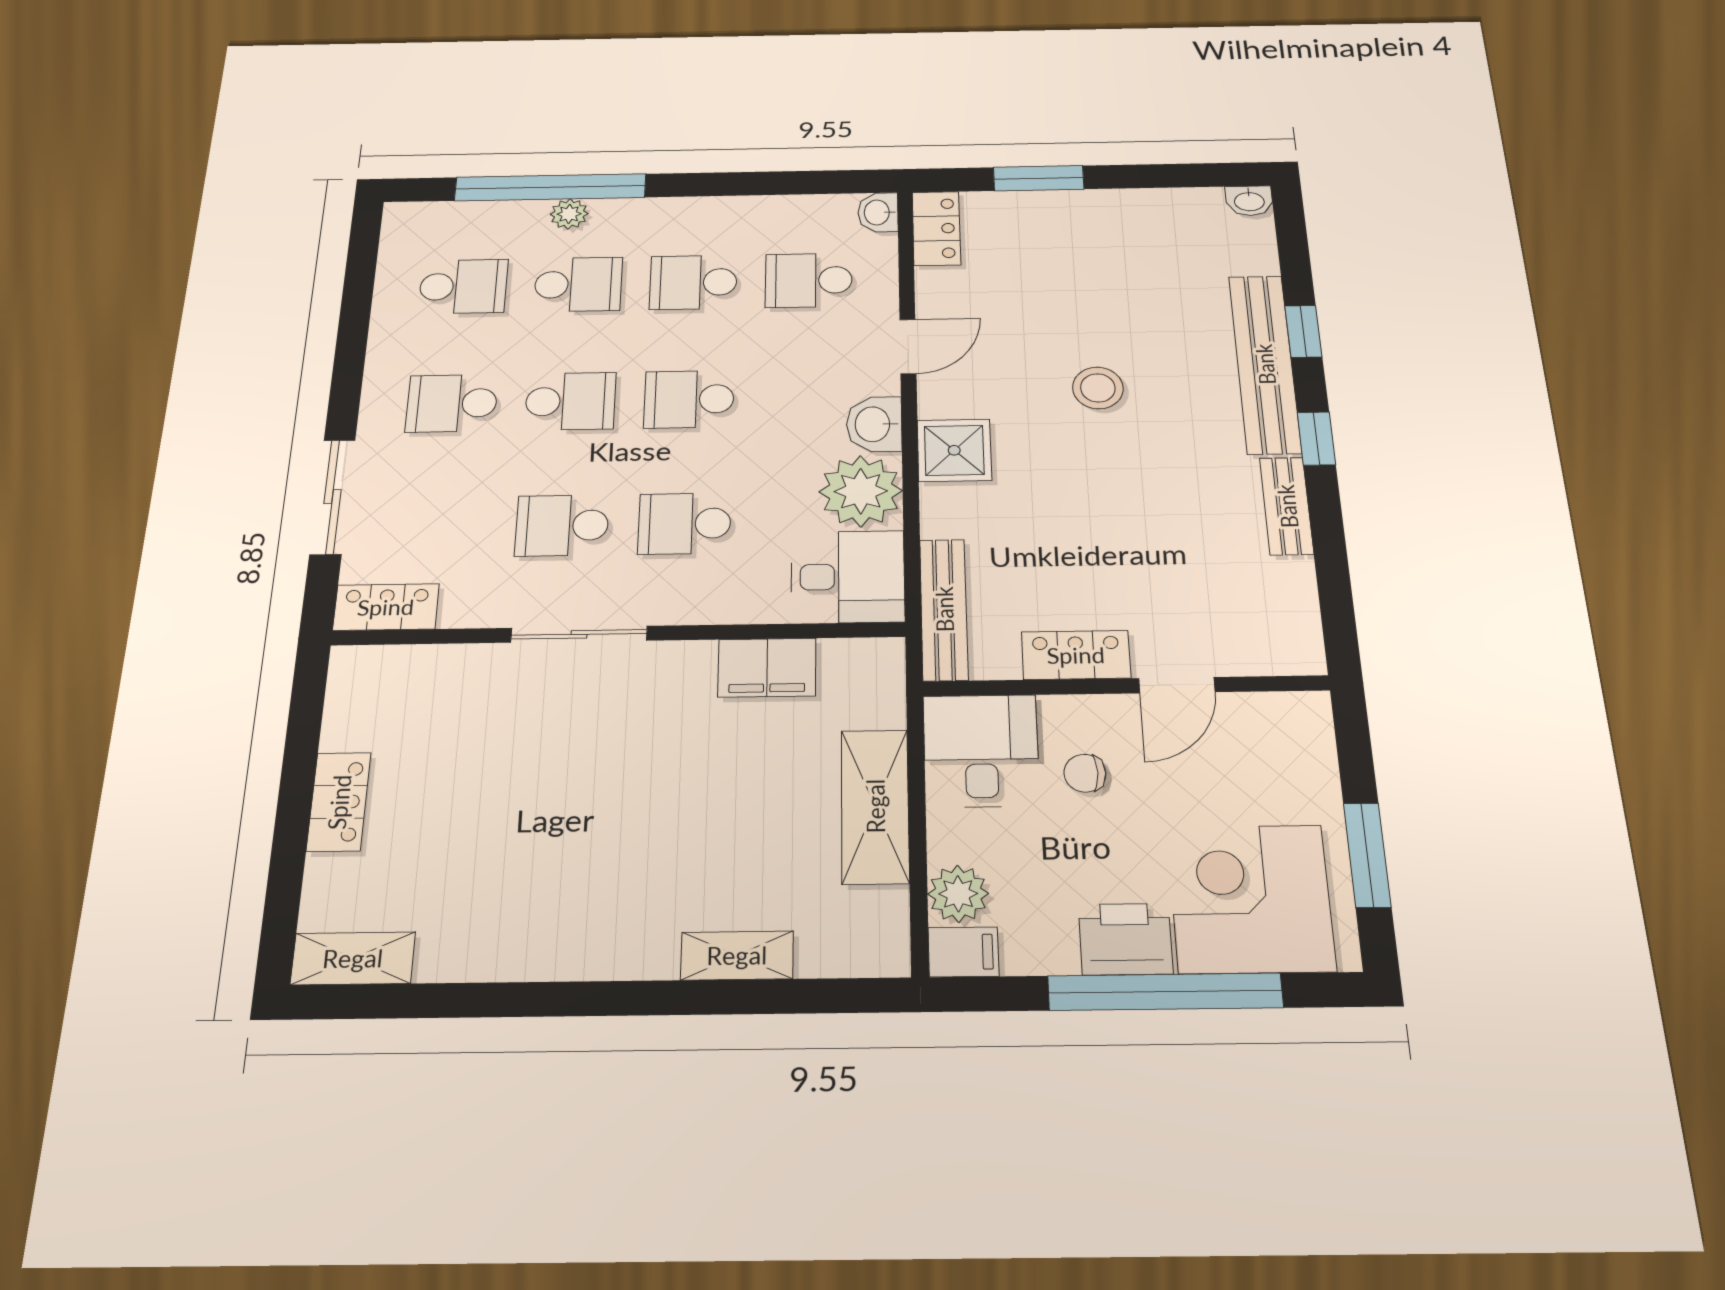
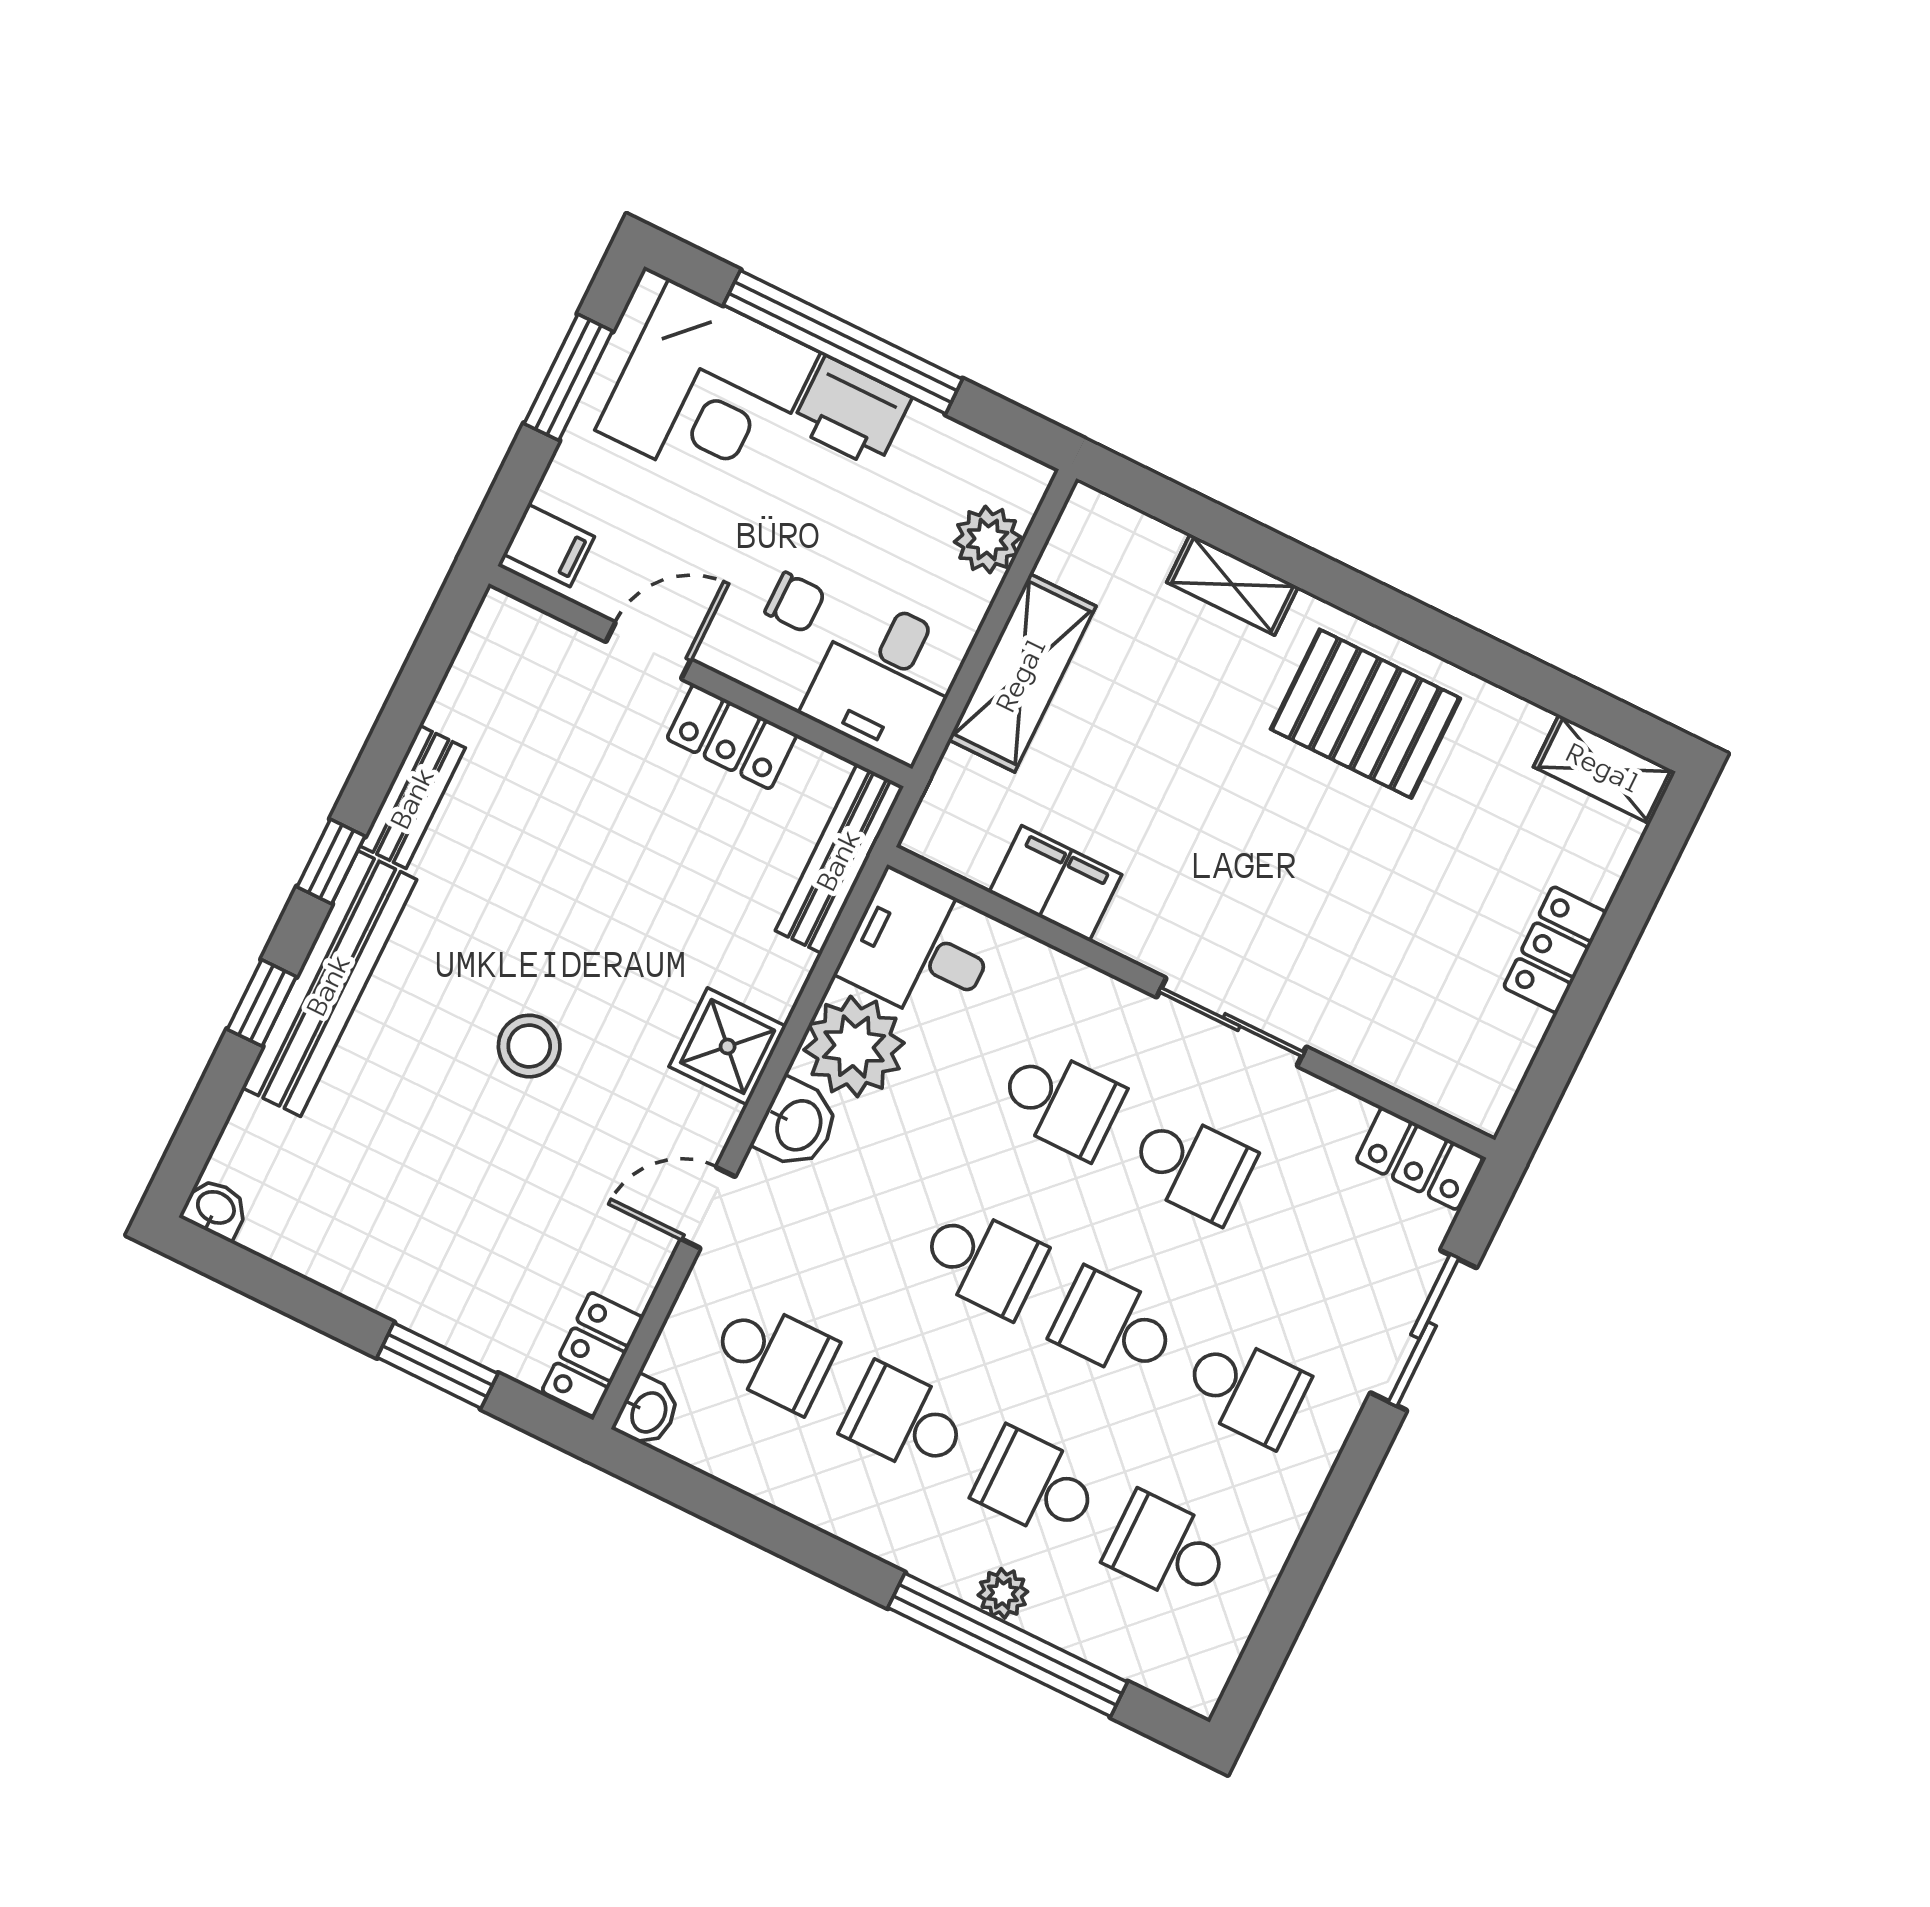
school desk: (693, 282) -> (905, 1420), turned 180
pallet: (577, 907) -> (1365, 714), added
filing cabinet: (963, 952) -> (549, 545), moved, turned 180

